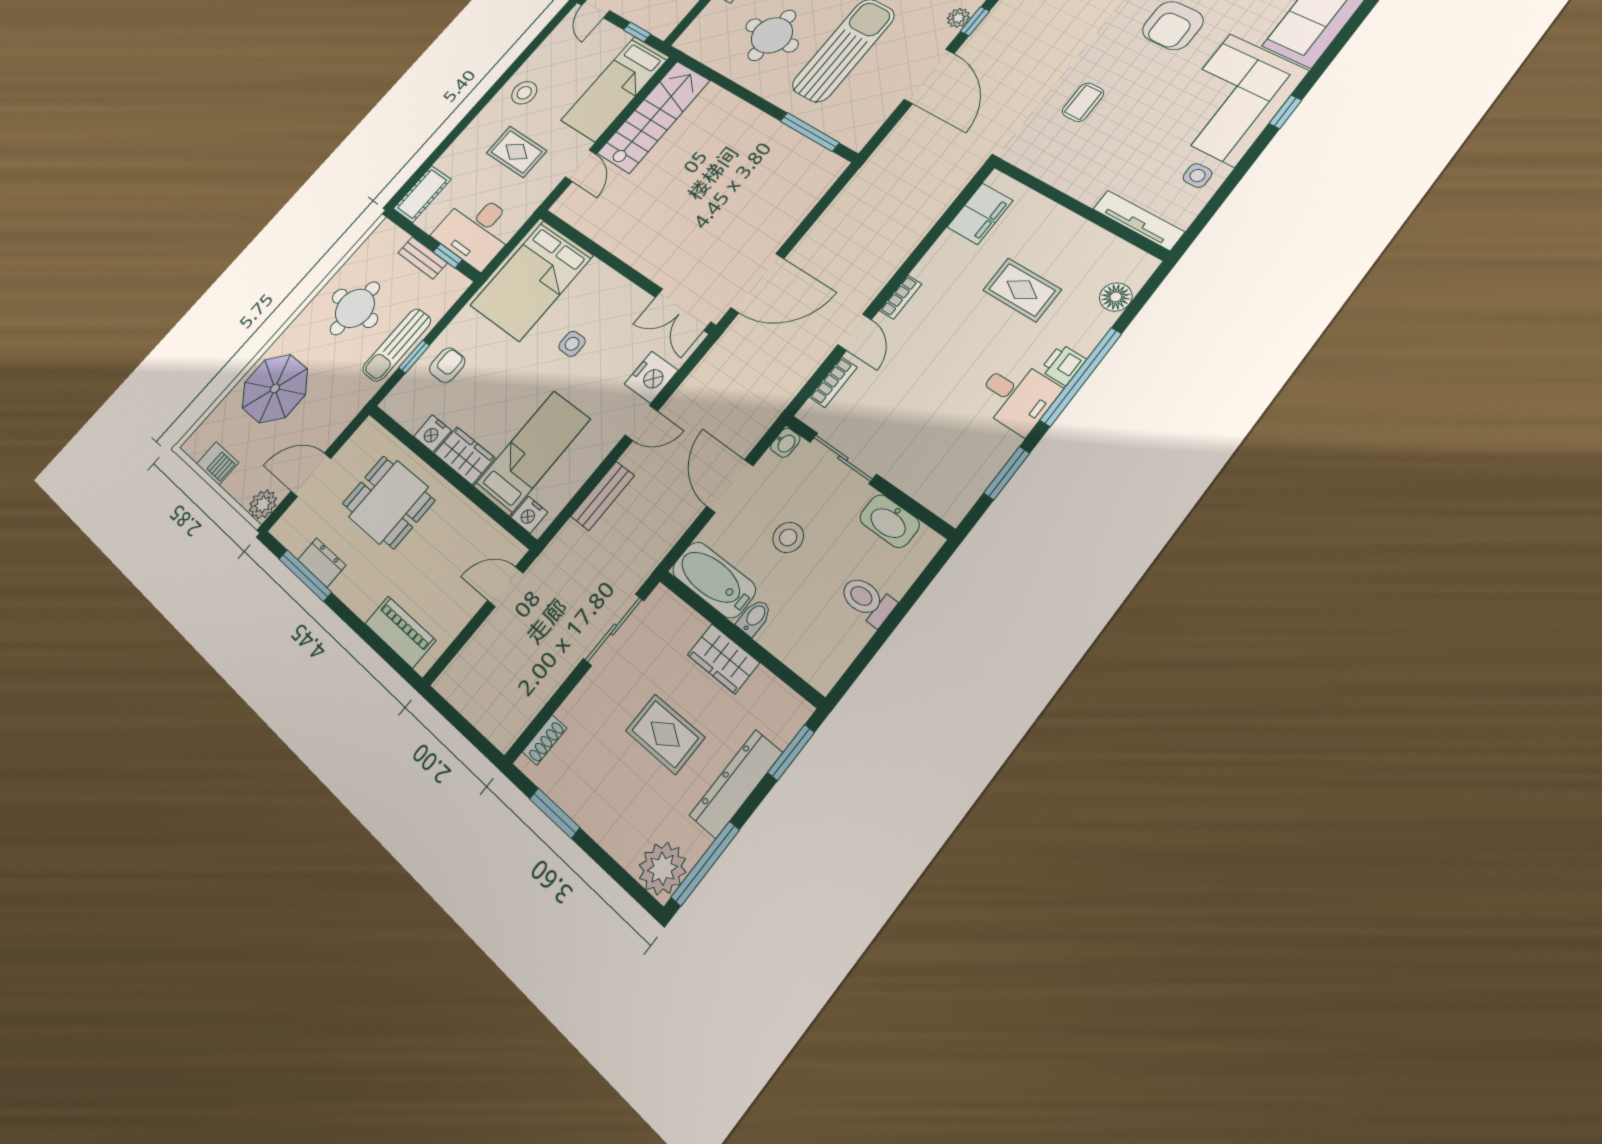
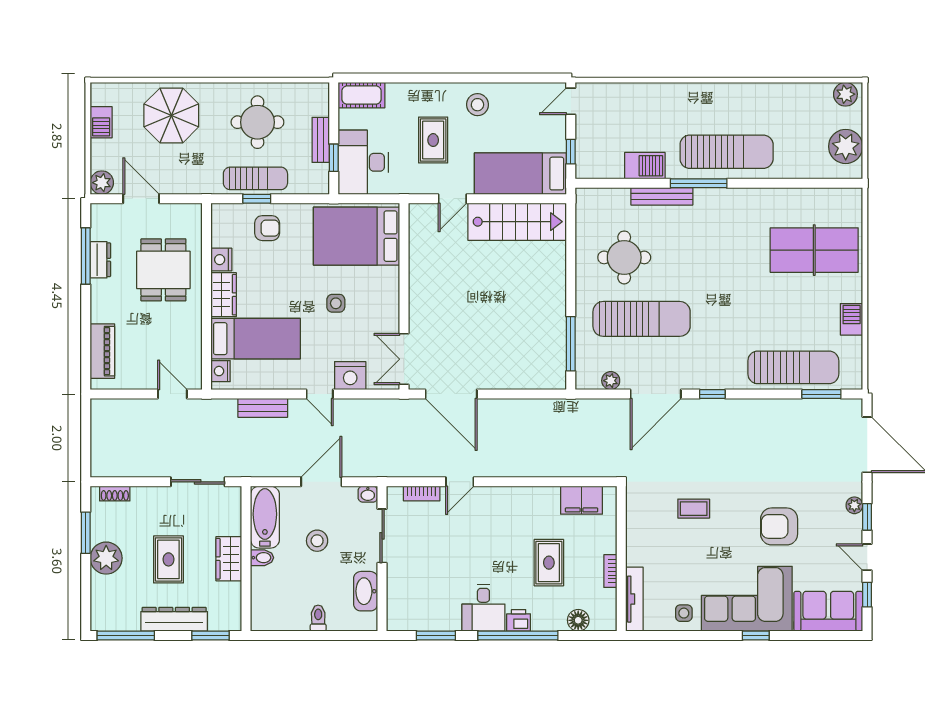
plant: (958, 18) -> (611, 381), moved
bookcase: (901, 297) -> (610, 571), moved, turned 90
sun lounger: (397, 345) -> (255, 178), turned 180
toilet: (867, 600) -> (318, 618), width x0.73, depth x0.72
plant: (662, 869) -> (106, 558), moved

